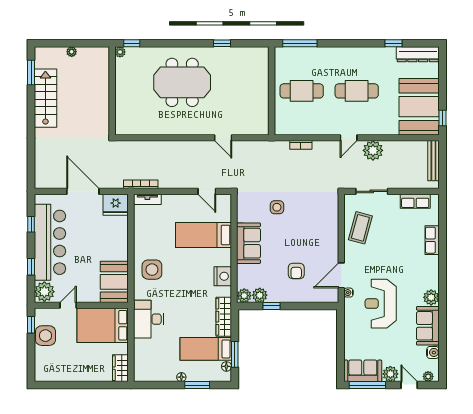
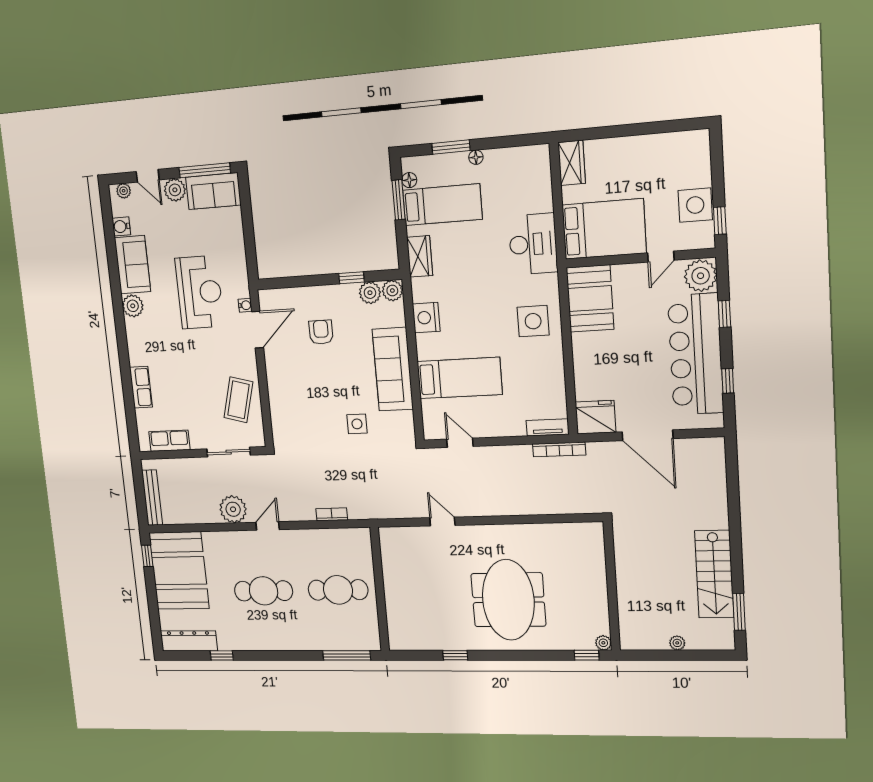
meeting table: (182, 82) -> (508, 600), turned 90
sofa: (249, 243) -> (393, 369), width x1.36
wardrobe: (224, 317) -> (420, 256), width x0.67

